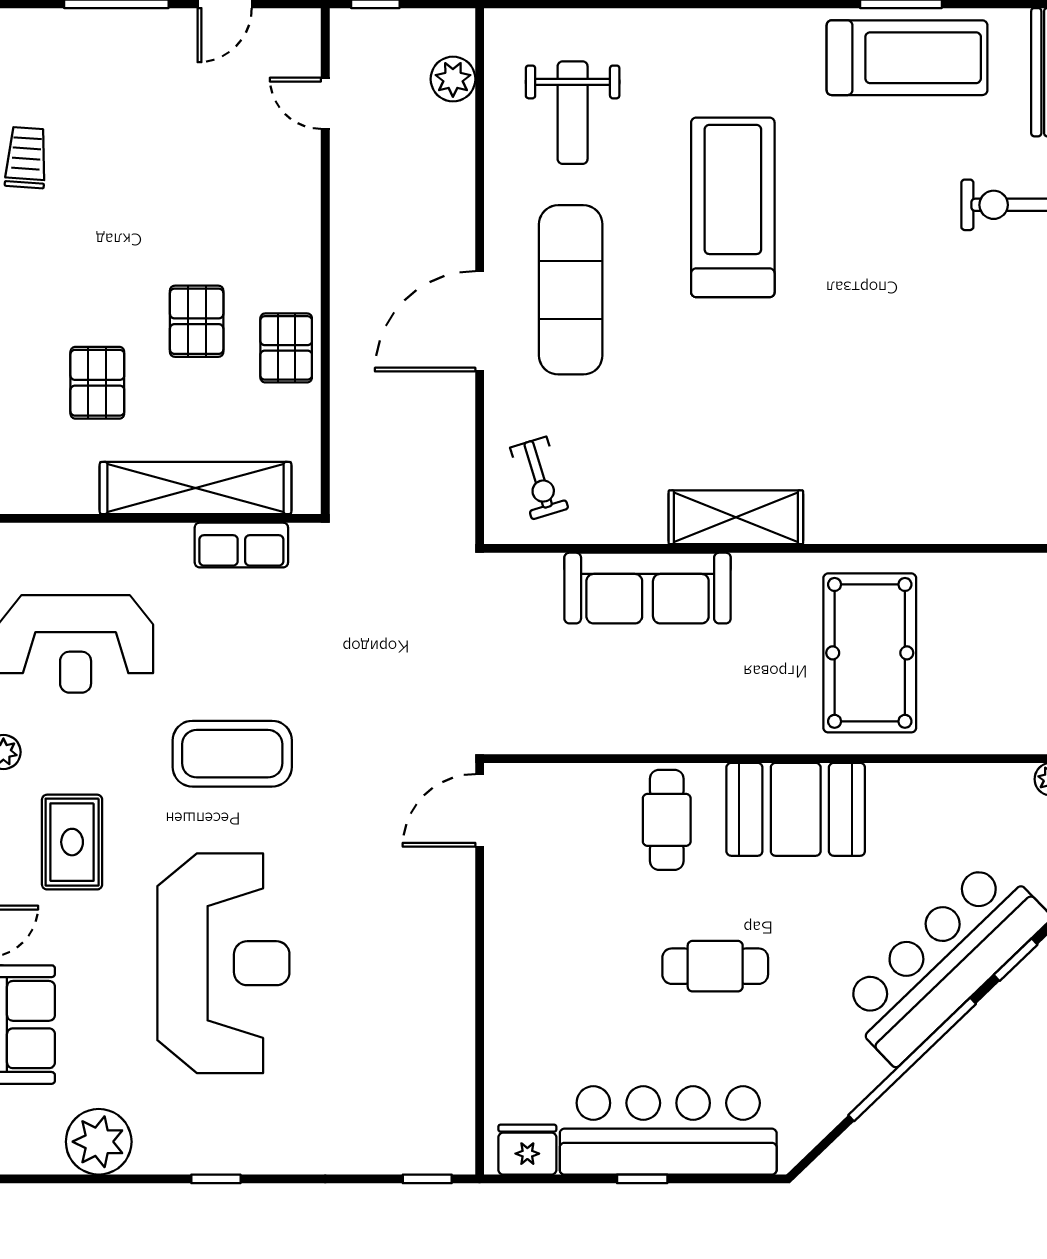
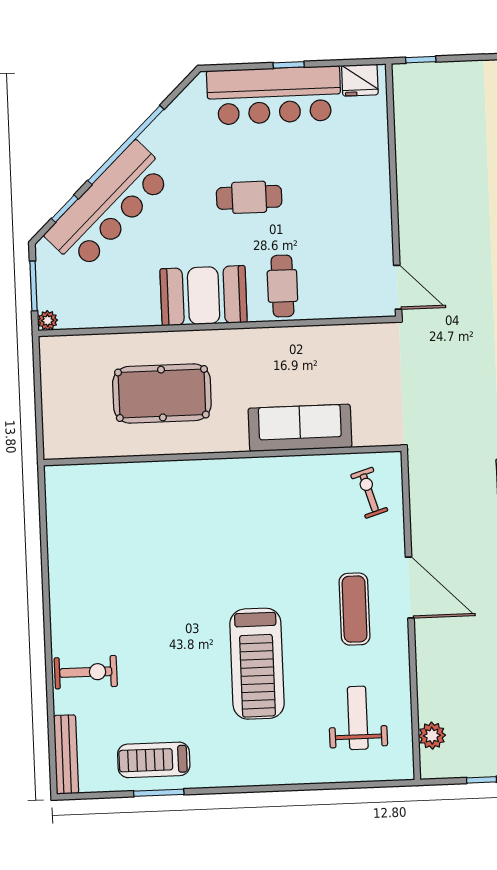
treadmill: (907, 58) -> (154, 760), width x0.73, depth x0.73
exercise mat: (571, 290) -> (355, 609), width x0.73, depth x0.69
door: (480, 321) -> (410, 587), hinge flipped
shelving: (736, 517) -> (247, 474), removed
pool table: (870, 653) -> (162, 394), turned 90
door: (480, 810) -> (398, 287), hinge flipped

